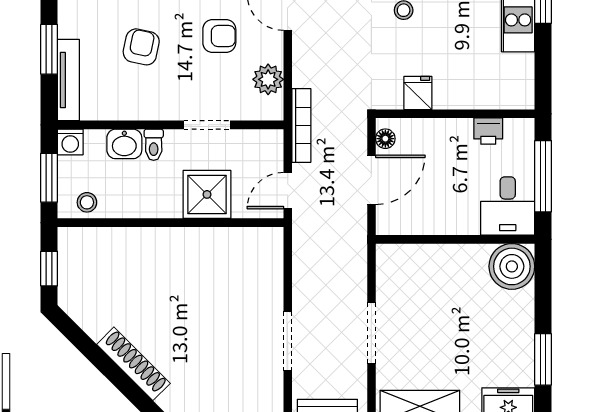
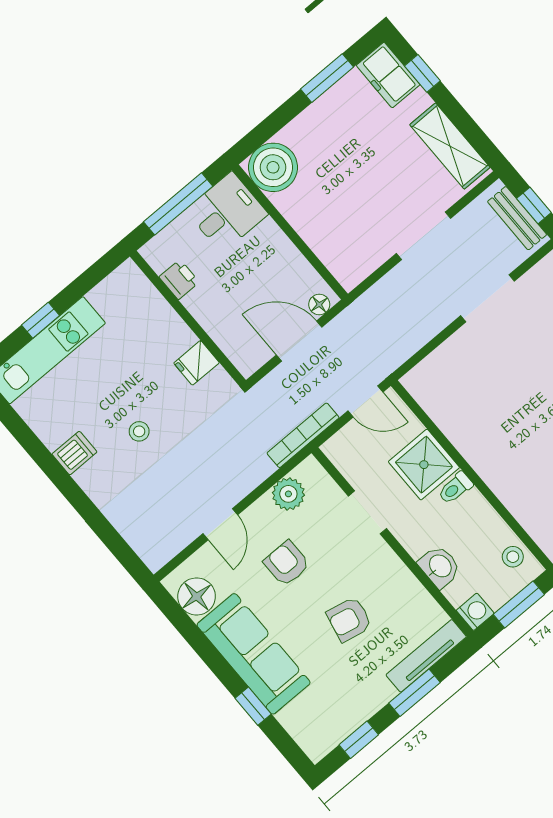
floor lamp: (385, 139) -> (319, 305), moved
toilet: (154, 145) -> (455, 488), moved, turned 180

